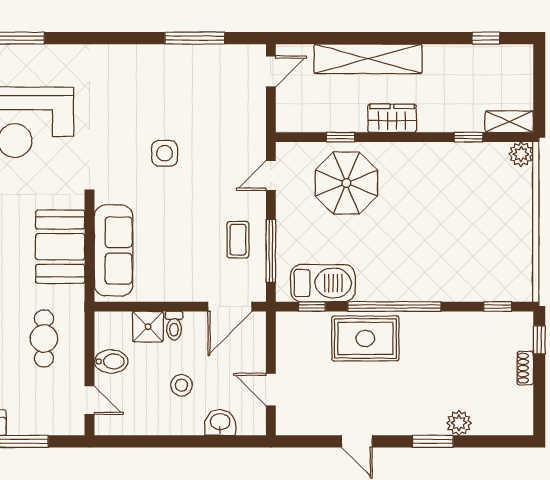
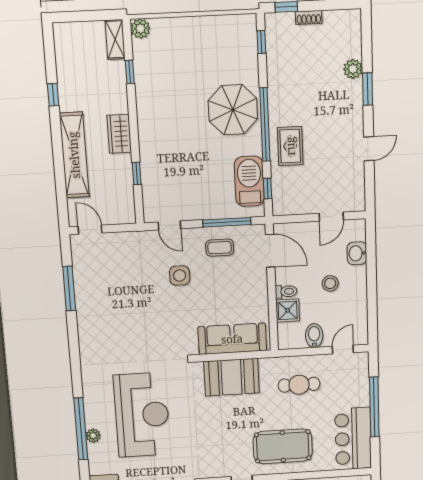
window: (486, 38) -> (53, 95), moved
side table: (165, 153) -> (180, 276), moved
parasol: (346, 183) -> (233, 110), moved
rug: (365, 338) -> (290, 146), width x0.73, depth x0.70

